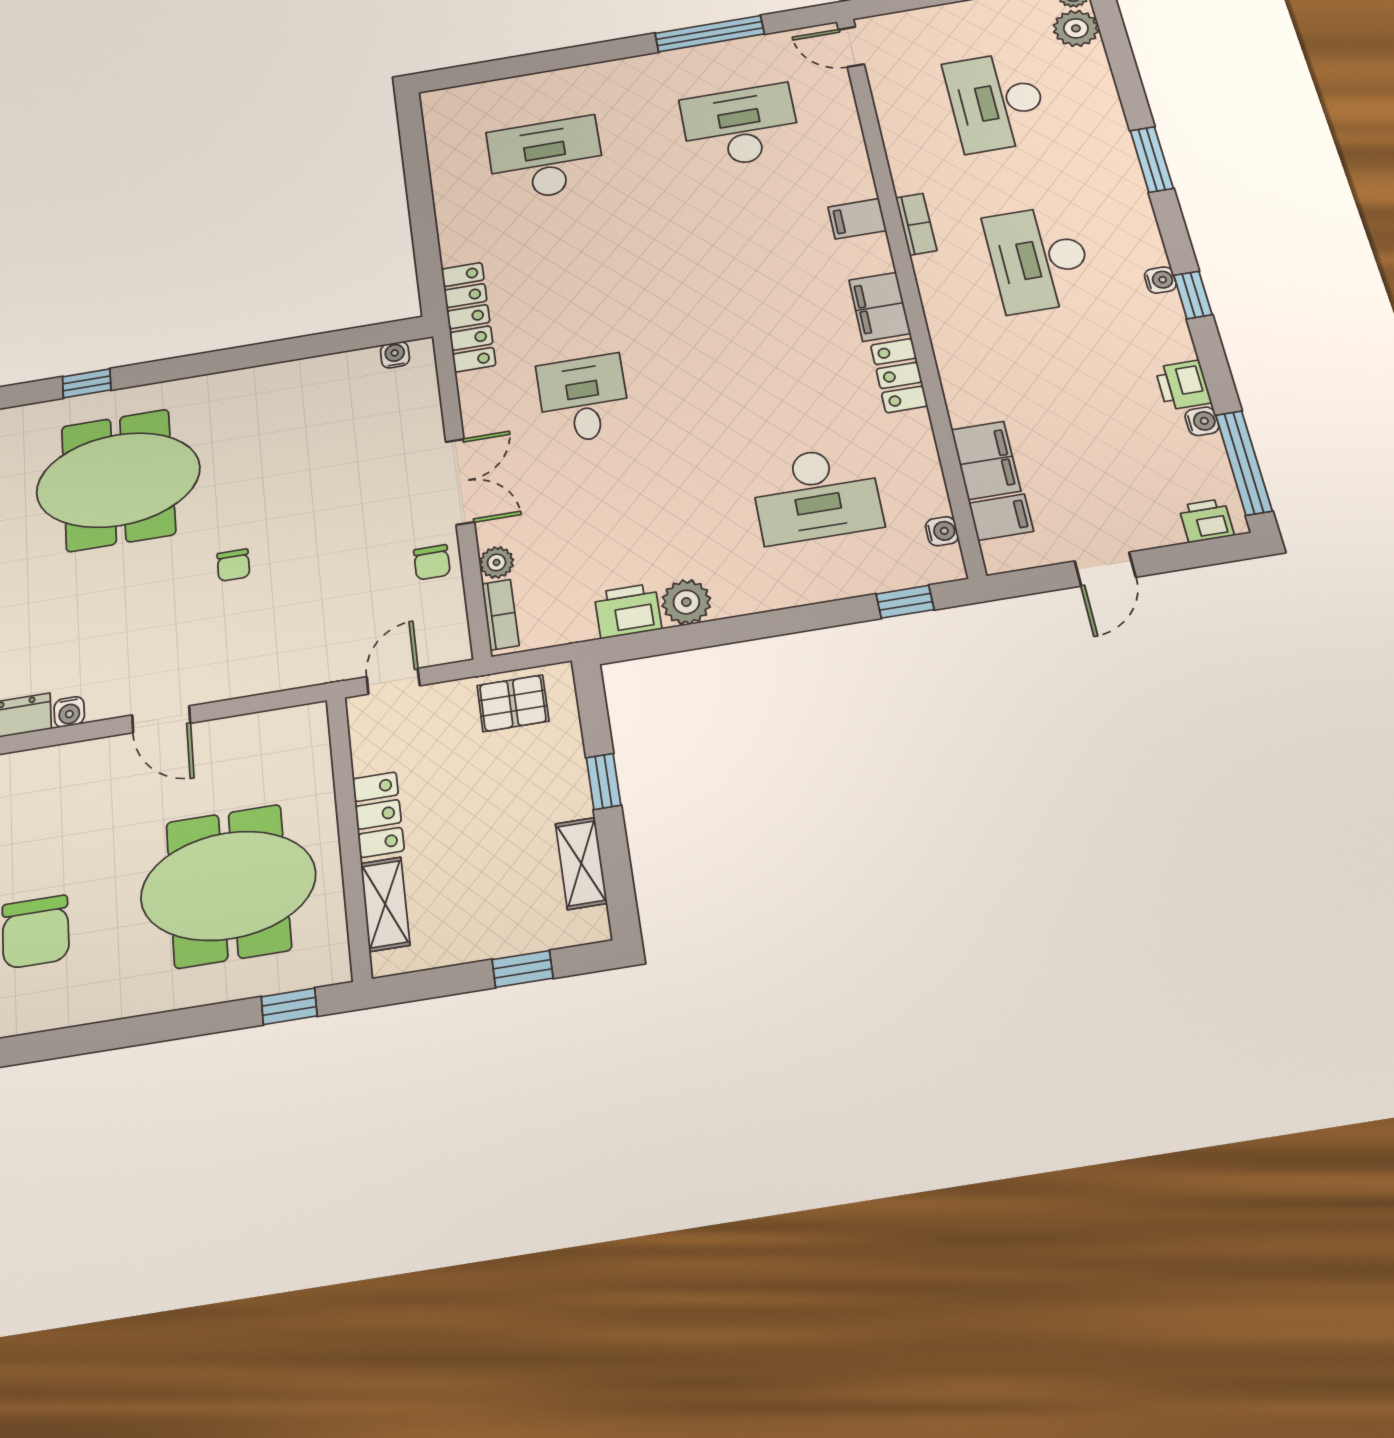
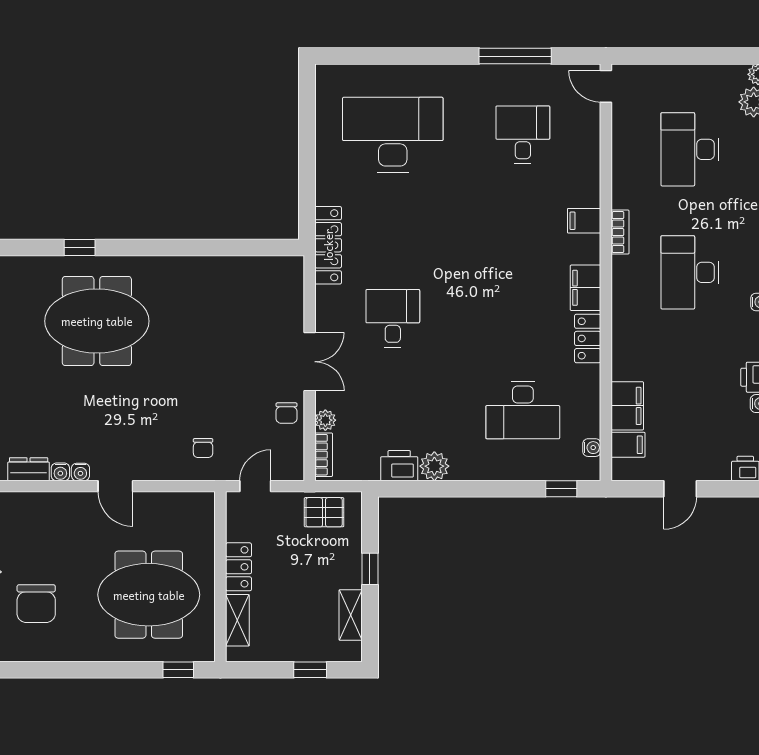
desk: (740, 126) -> (523, 135), width x0.73
desk: (546, 159) -> (393, 135), width x1.36, depth x1.30
water cooler: (395, 355) -> (80, 472), moved, turned 180
chair: (233, 565) -> (203, 448), moved

